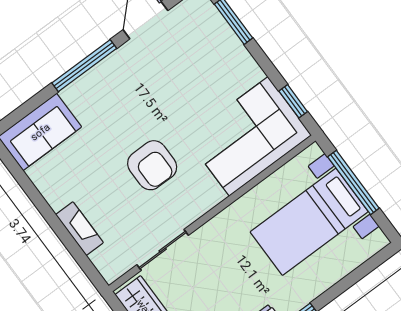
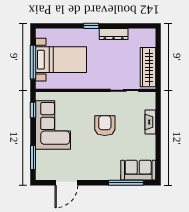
window: (84, 66) -> (126, 183), moved
corner sofa: (249, 136) -> (53, 125), moved, turned -90

